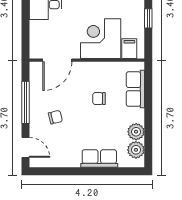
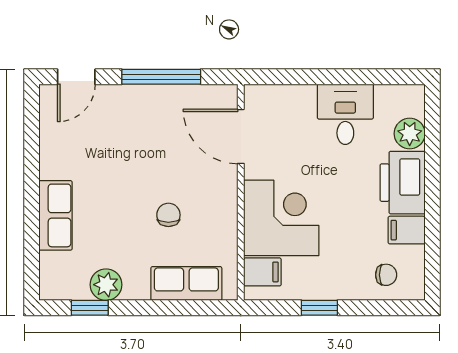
chair: (55, 117) -> (133, 133), removed
window: (148, 140) -> (90, 308), added
plant: (136, 150) -> (72, 285), removed

